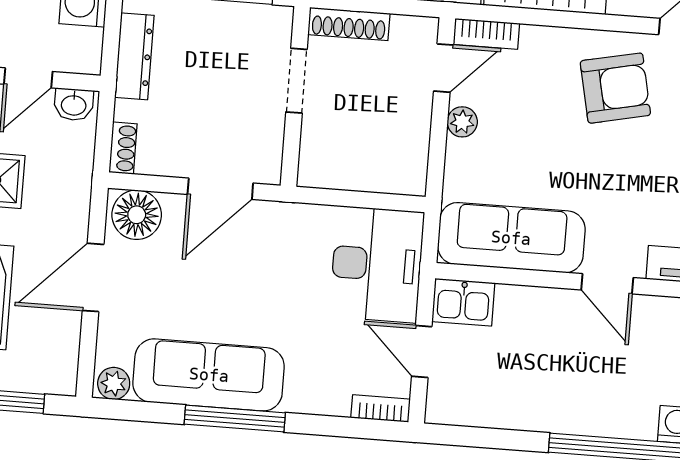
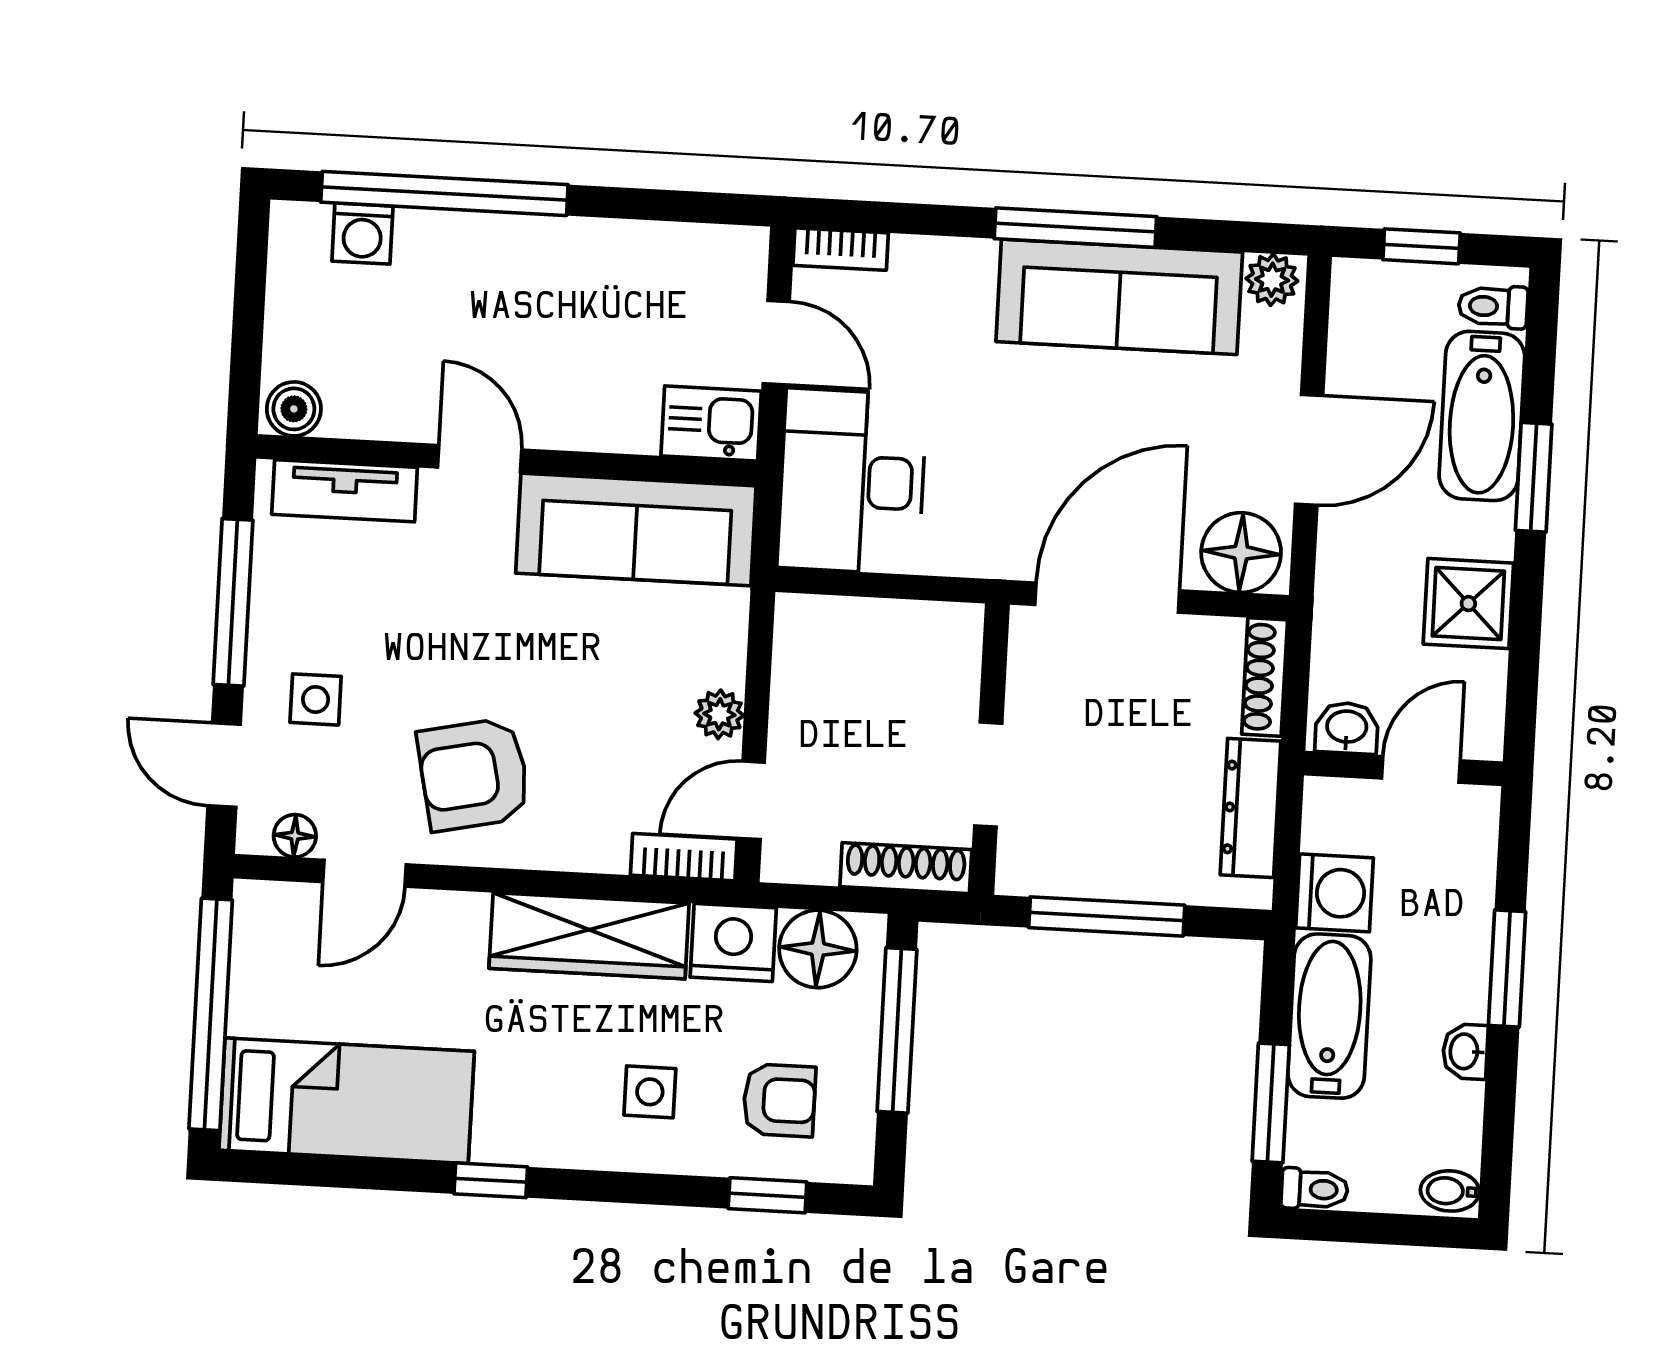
shoe rack: (123, 148) -> (1265, 677), width x1.43
door: (220, 189) -> (1107, 598), width x1.36

